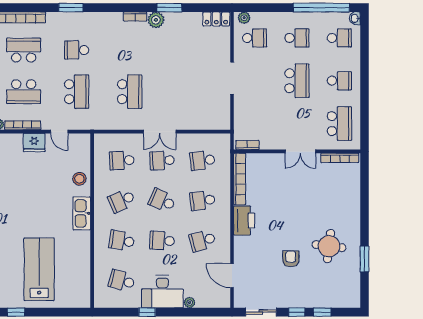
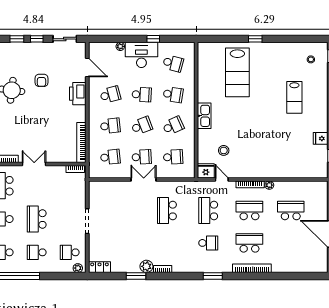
school desk: (24, 50) -> (249, 243), turned 180
fridge: (34, 143) -> (206, 171), moved
stool: (79, 179) -> (224, 150), moved
school desk: (162, 201) -> (142, 126), turned -45
printer: (244, 221) -> (78, 94), moved

